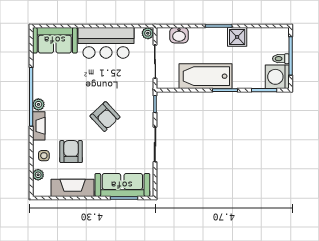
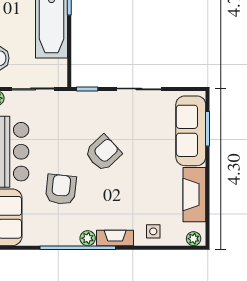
armchair: (71, 152) -> (61, 189), moved, turned 96
plant: (38, 175) -> (194, 239), moved

